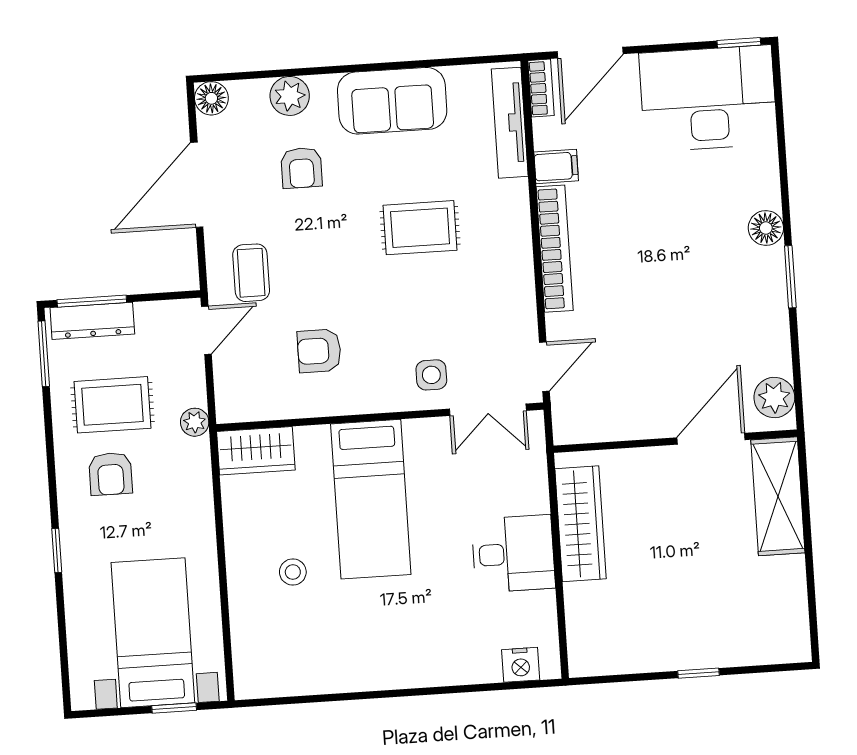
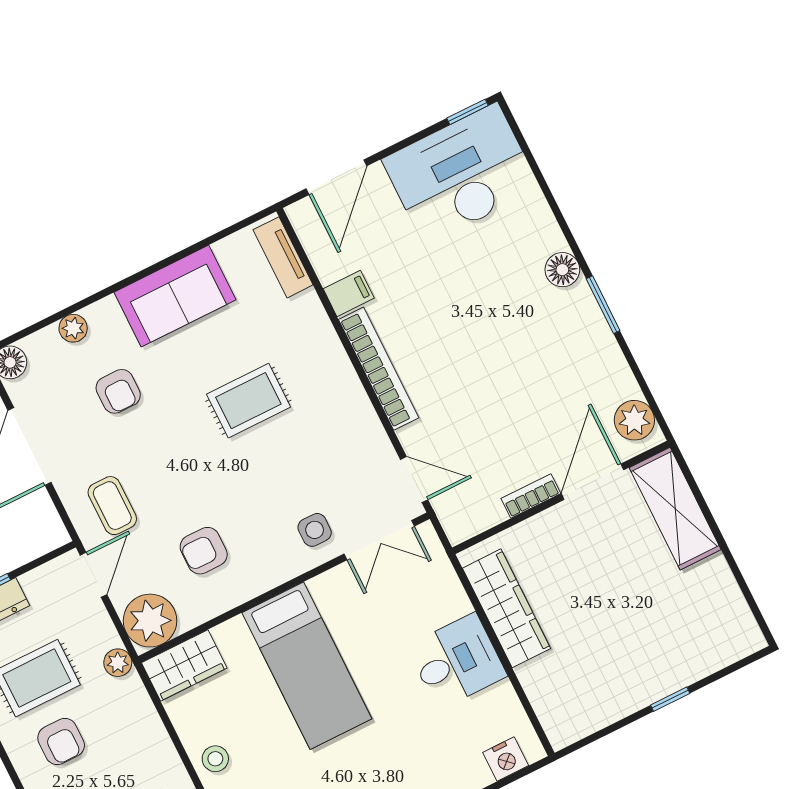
bookcase: (541, 88) -> (531, 496), moved, turned -90
plant: (290, 96) -> (73, 328), width x0.73, depth x0.73
tv unit: (510, 123) -> (283, 257), width x0.71
door: (544, 367) -> (414, 480), hinge flipped
plant: (241, 395) -> (150, 621), added
stool: (293, 572) -> (215, 759), moved

